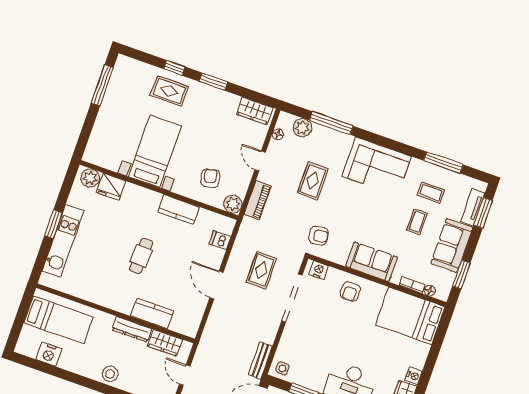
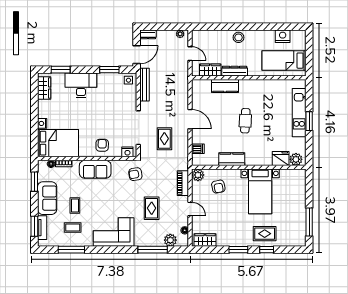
bench: (260, 361) -> (145, 85), width x1.36
nightstand: (414, 376) -> (42, 123), moved

